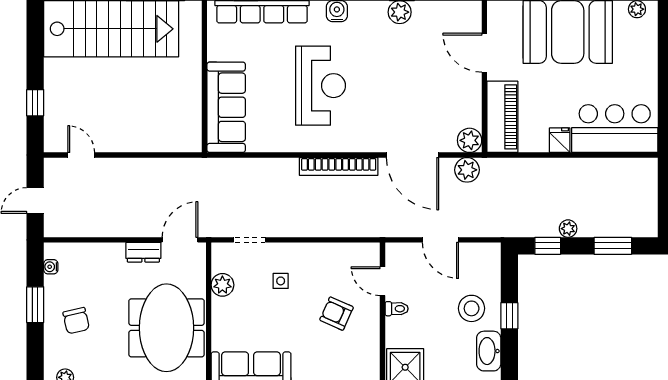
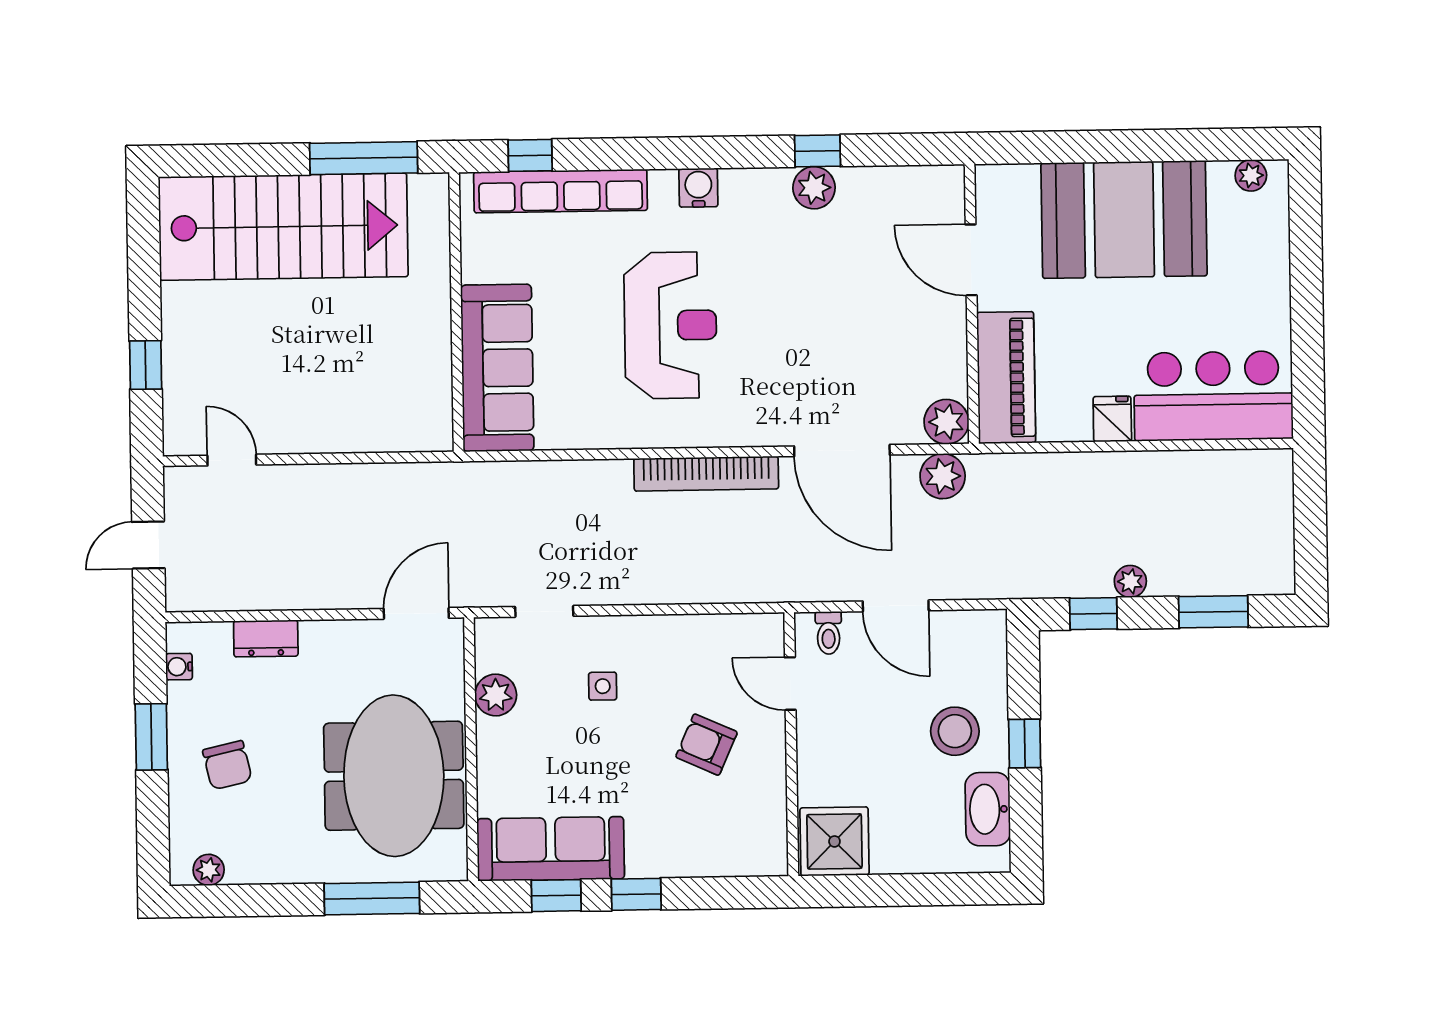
dresser: (143, 252) -> (266, 638), moved
toilet: (397, 309) -> (828, 633), moved, turned 90

